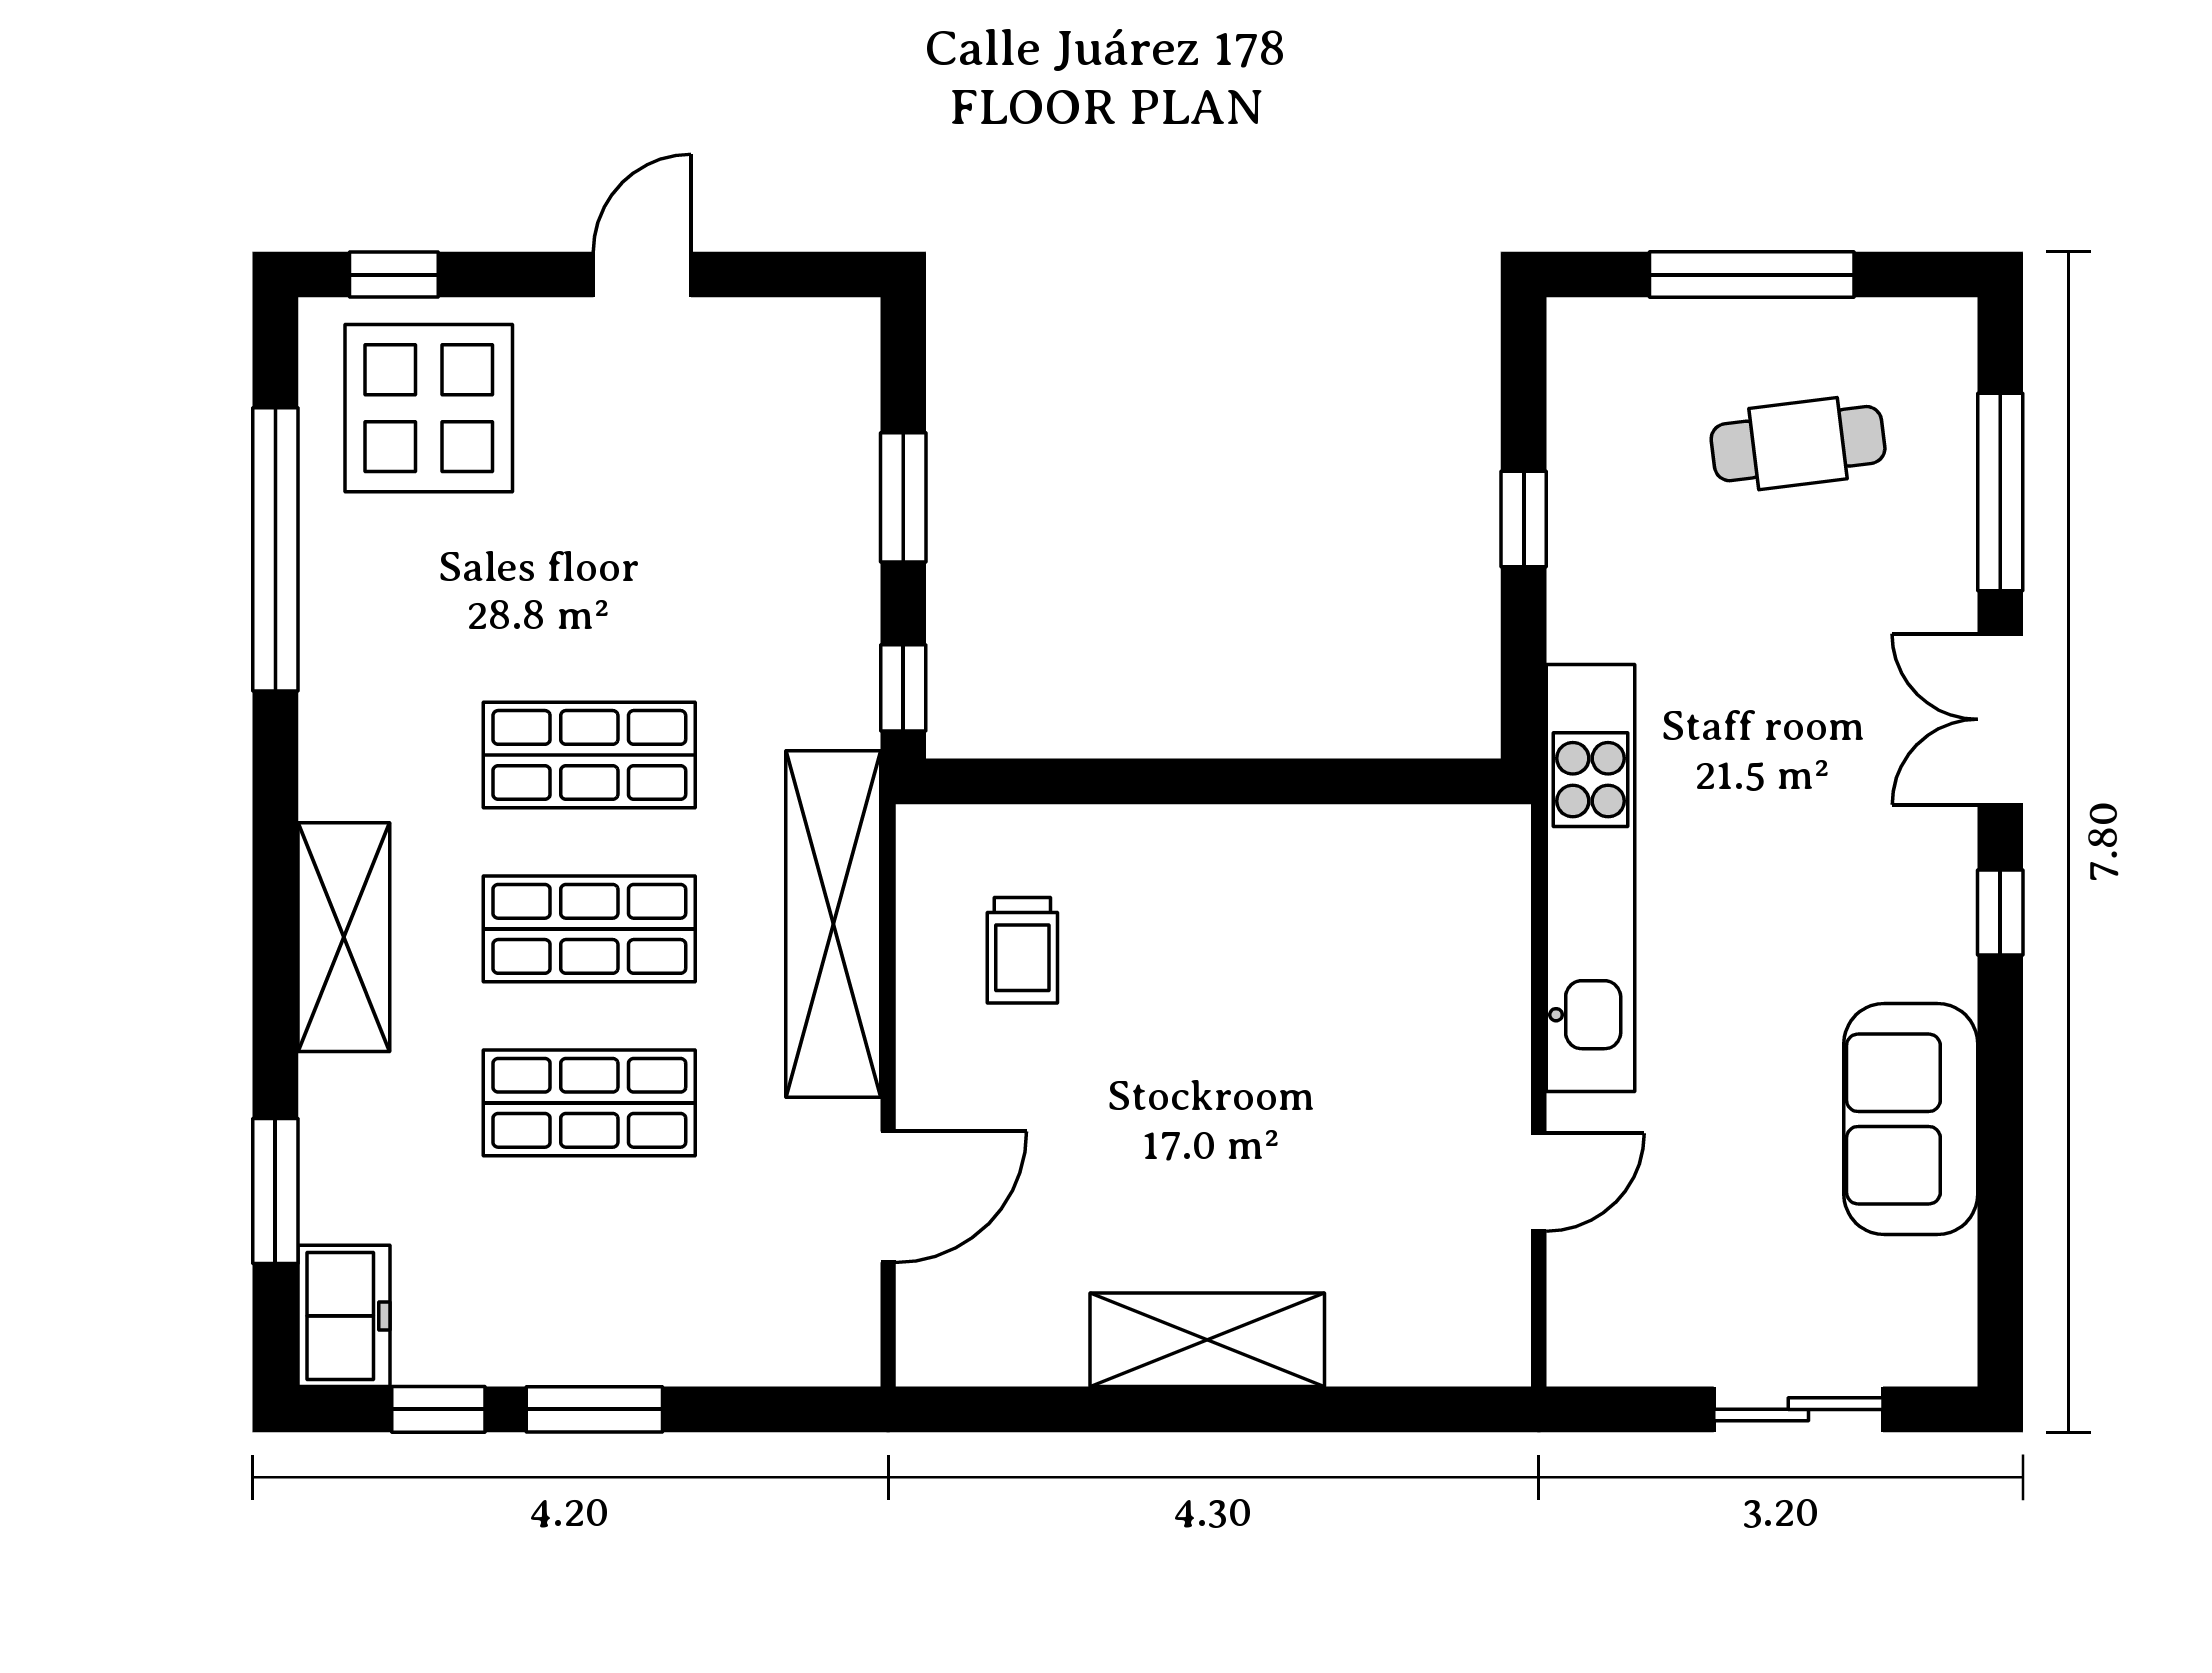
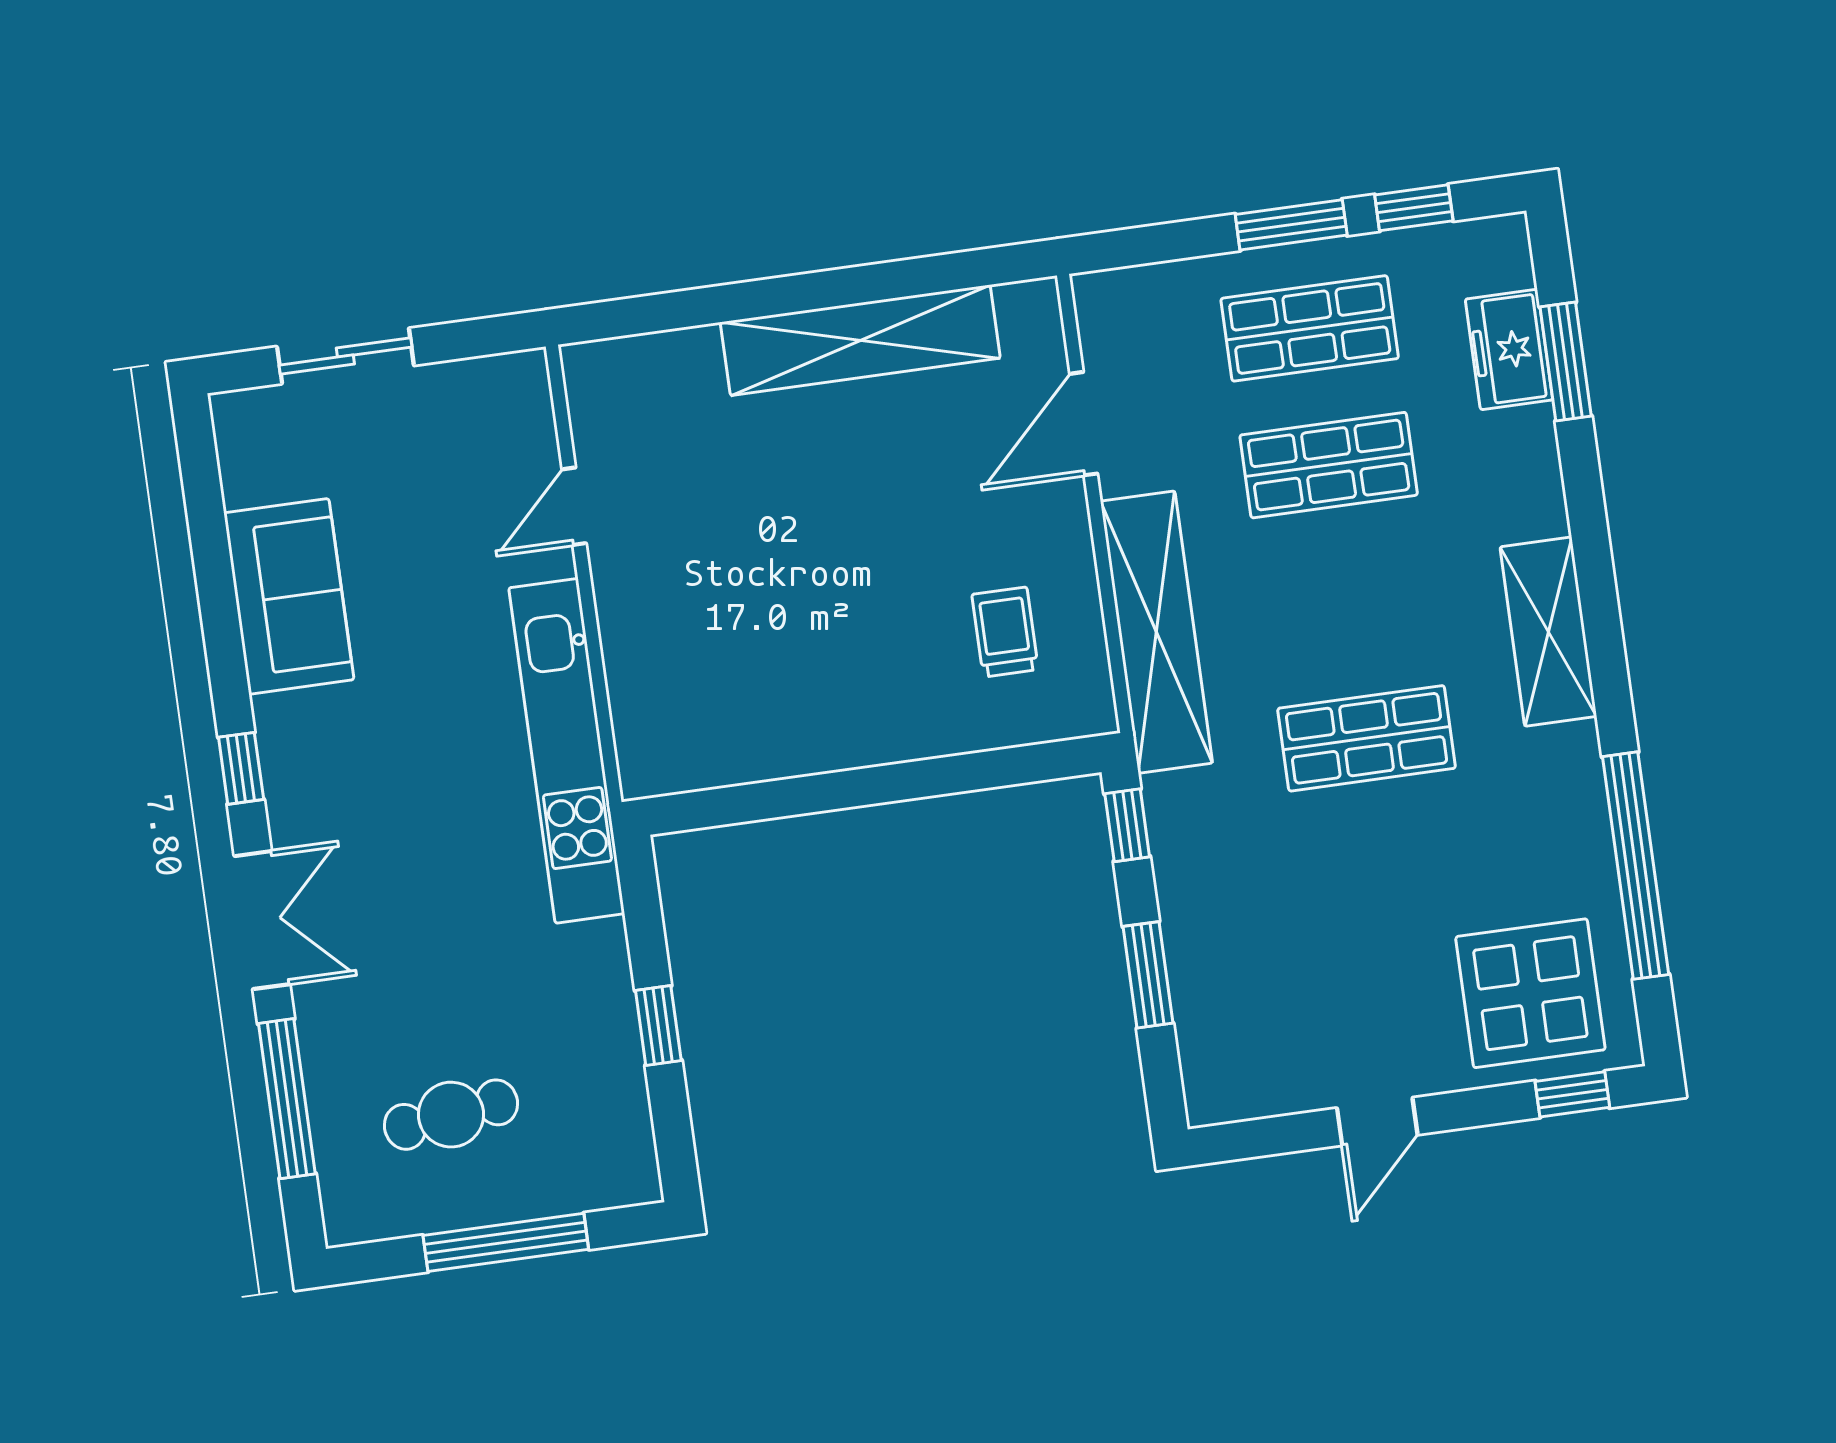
shop shelf: (589, 929) -> (1310, 328), moved
shelving: (344, 937) -> (1548, 632), moved
freezer: (344, 1316) -> (1509, 349), moved
shelving: (1207, 1340) -> (860, 340), width x1.47

